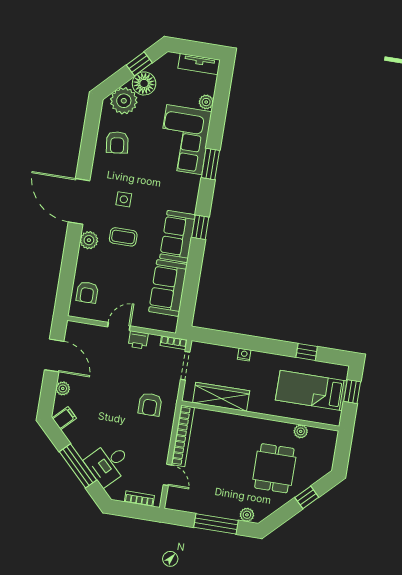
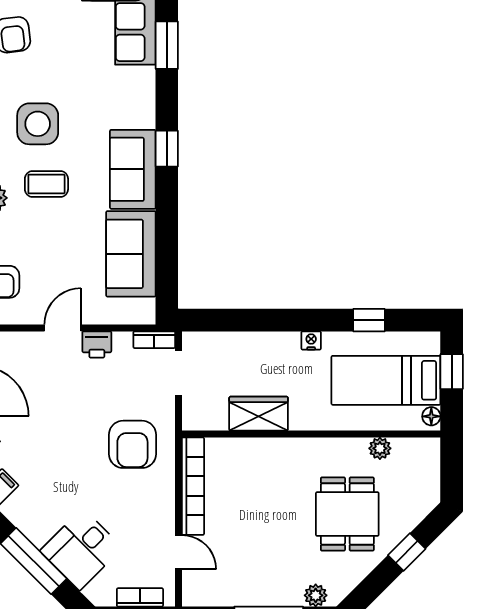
side table: (124, 199) -> (38, 124), width x1.87, depth x1.87
nightstand: (244, 355) -> (311, 340), moved
wardrobe: (221, 397) -> (259, 414), width x0.67
armchair: (150, 404) -> (132, 444), width x1.38, depth x1.38
floor lamp: (335, 417) -> (431, 416), added

